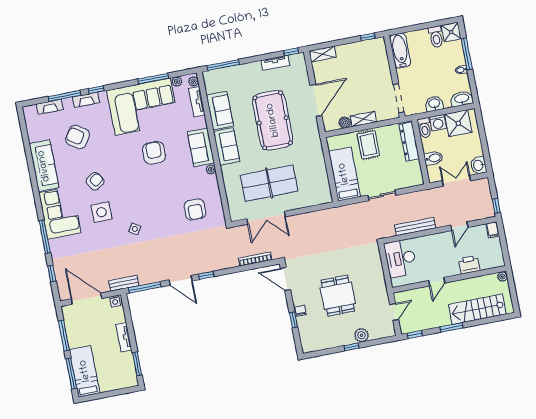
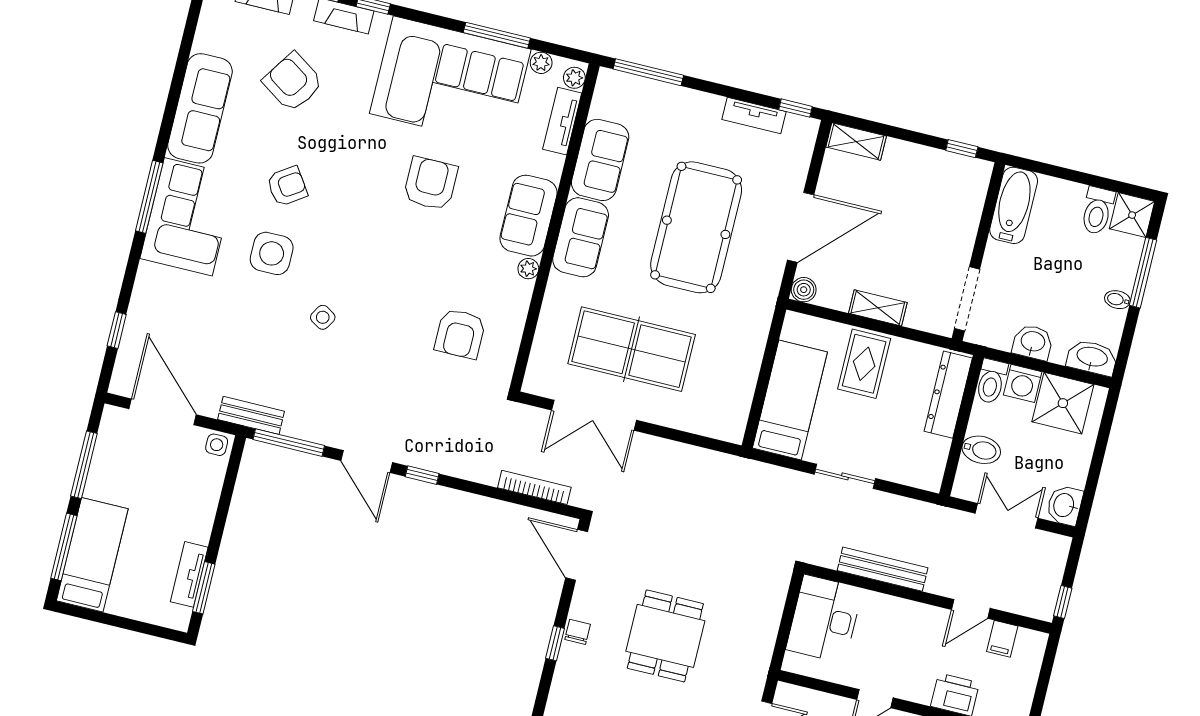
boiler: (345, 123) -> (804, 290), moved
filing cabinet: (493, 230) -> (1002, 639), moved
window: (45, 237) -> (149, 197), moved
tv unit: (124, 337) -> (189, 574), moved

